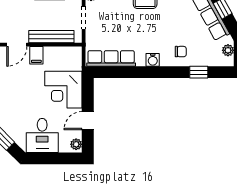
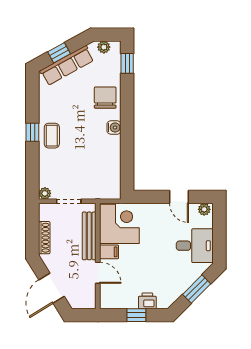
chair: (181, 52) -> (105, 98), width x1.87, depth x1.87
row of seats: (111, 58) -> (112, 172), removed
window: (199, 72) -> (127, 63), moved
corner desk: (63, 90) -> (119, 224), moved, turned -90

